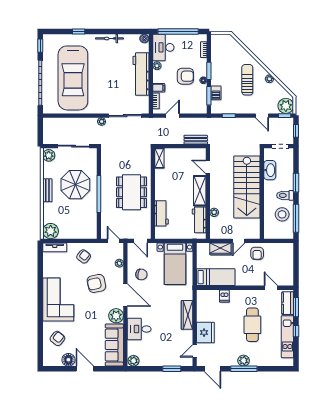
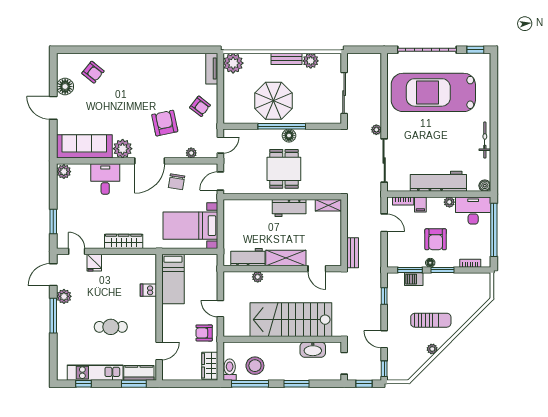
window: (79, 32) -> (494, 100), removed
plant: (286, 106) -> (397, 370), removed
door: (262, 116) -> (384, 339), hinge flipped
plant: (49, 155) -> (311, 61), moved
door: (208, 167) -> (317, 269), swing flipped
parasol: (75, 185) -> (273, 101), moved
floor lamp: (106, 188) -> (289, 136), added
dining table: (132, 192) -> (284, 169), width x0.73
toilet: (285, 195) -> (230, 370), moved
workbench: (161, 213) -> (289, 208), moved
wardrobe: (220, 249) -> (210, 366), moved
corner sofa: (58, 299) -> (144, 73), removed
cafe table: (252, 325) -> (111, 327), width x0.73, depth x0.74
window: (296, 331) -> (83, 384), moved
fridge: (205, 333) -> (94, 263), width x0.53, depth x0.75
plant: (244, 361) -> (64, 296), moved
door: (85, 369) -> (53, 108), swing flipped

